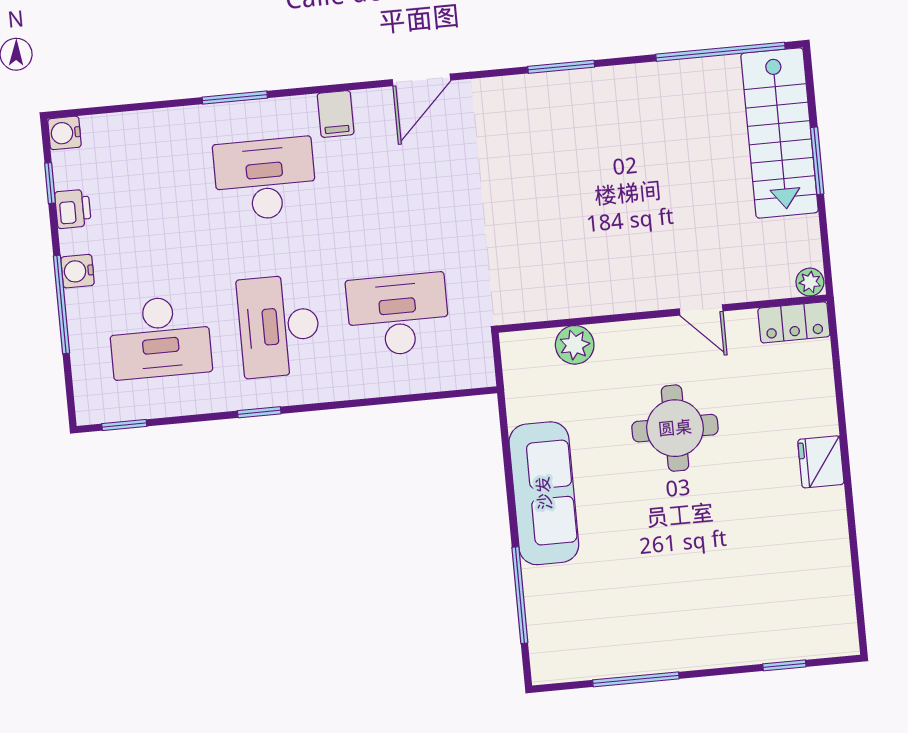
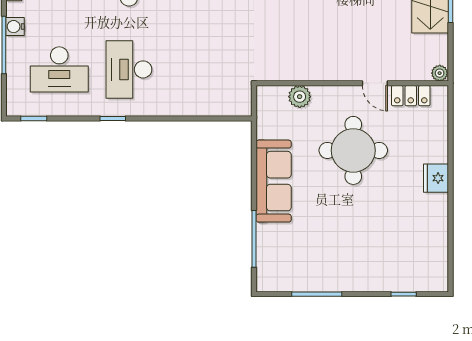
desk: (398, 315) -> (199, 69), removed
locker: (794, 322) -> (411, 96), moved
round table: (675, 428) -> (353, 150), width x1.36, depth x1.36

